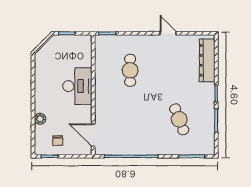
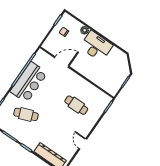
door: (168, 33) -> (83, 144), swing flipped
desk: (77, 86) -> (96, 46), moved, turned 180
door: (93, 135) -> (62, 62), moved
bar counter: (141, 141) -> (29, 82), added

